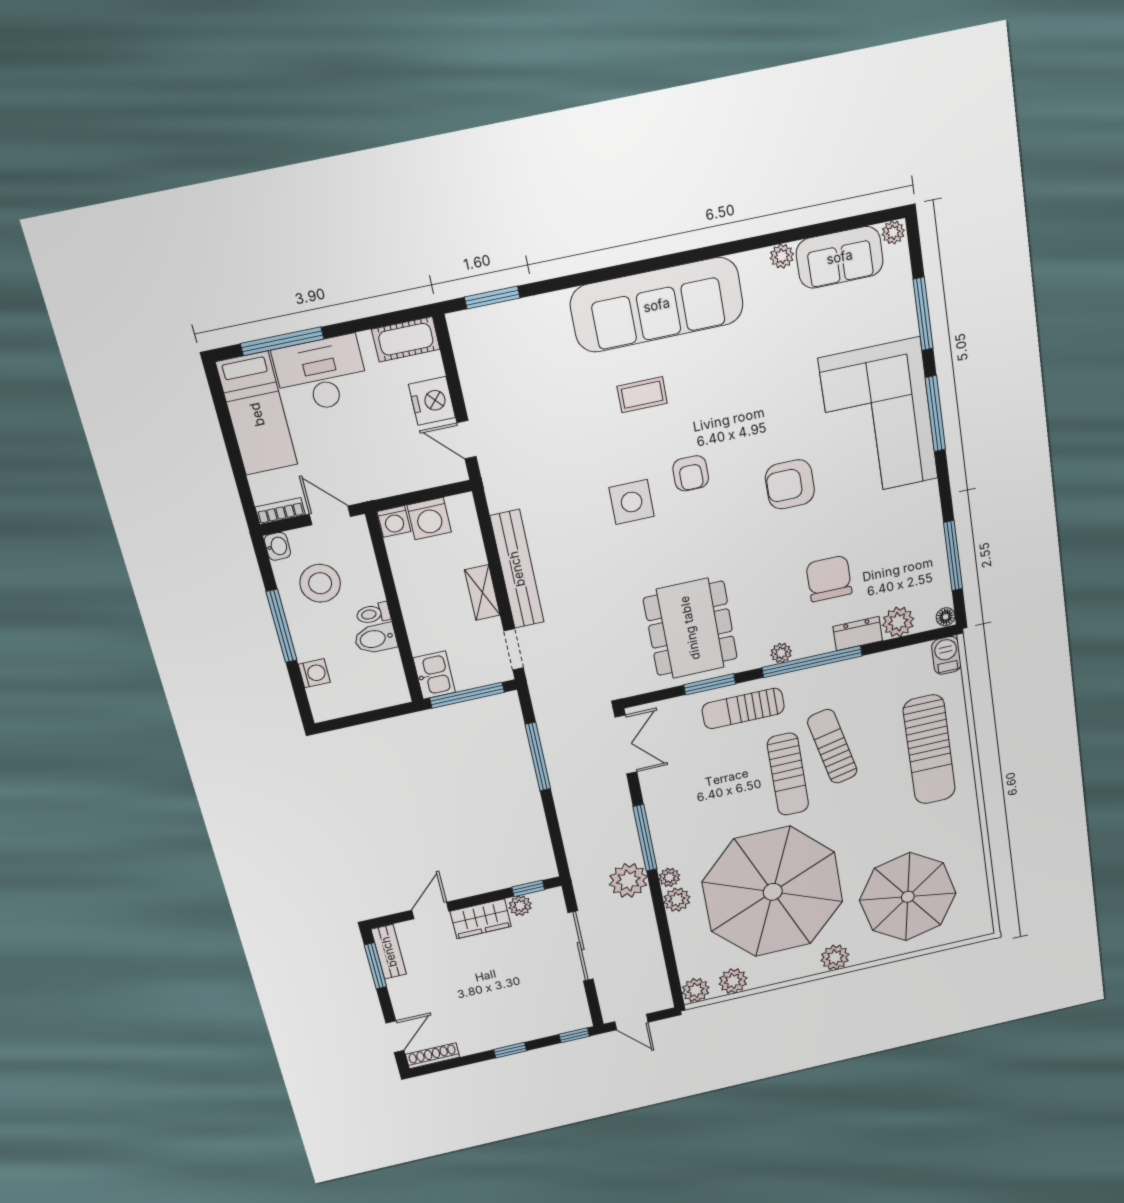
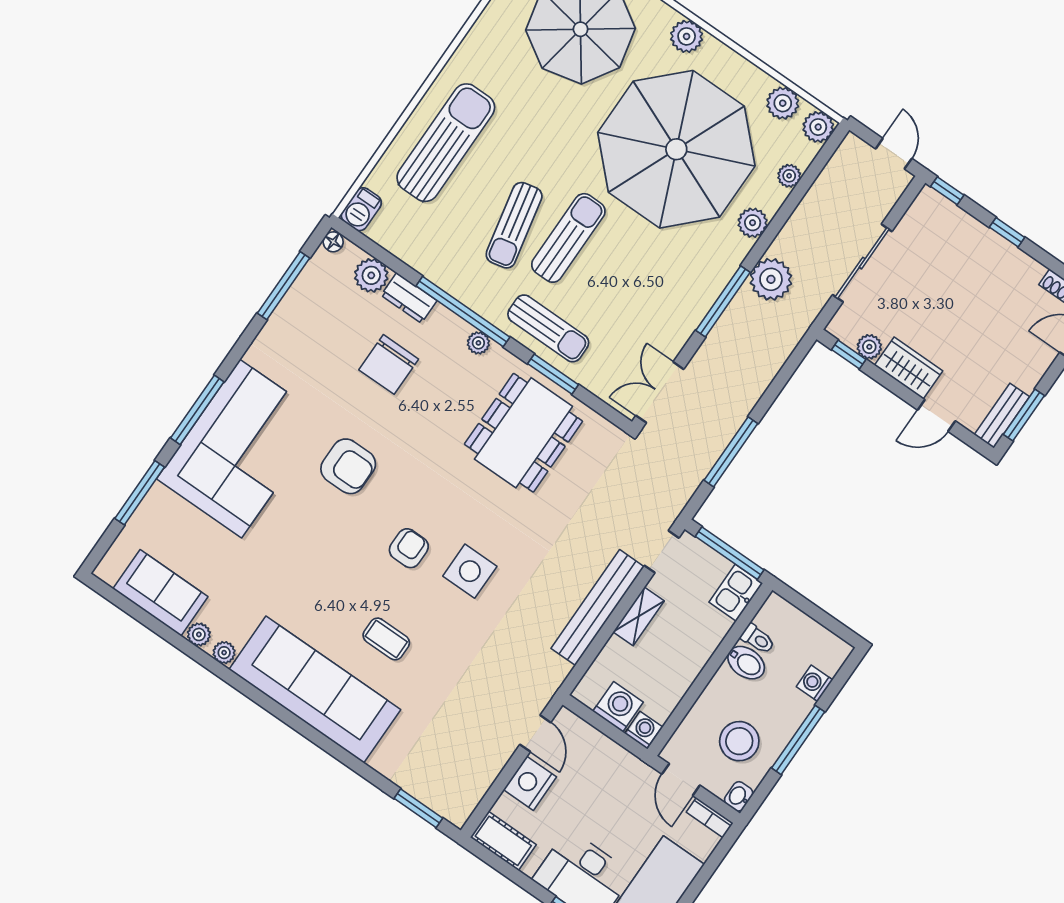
plant: (893, 232) -> (224, 653), moved
toilet: (373, 614) -> (758, 639), moved
plant: (669, 877) -> (789, 176), moved

